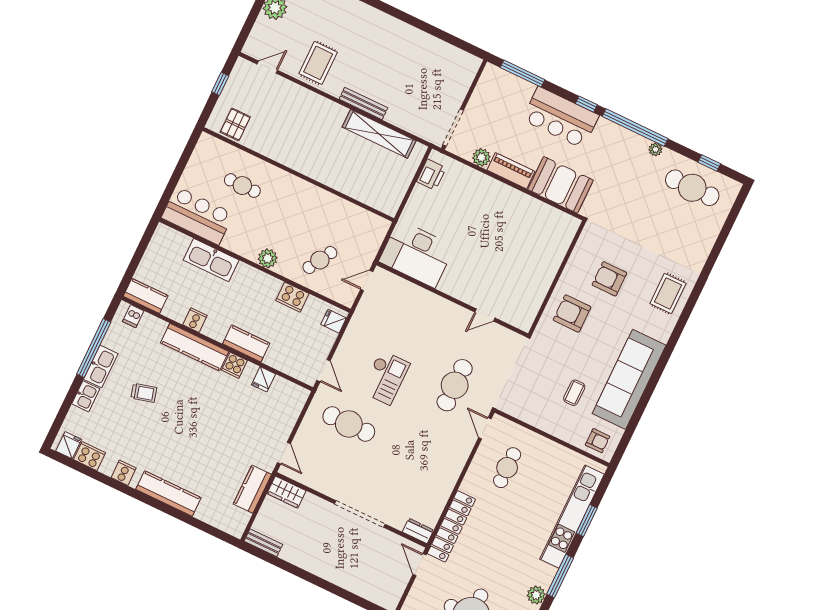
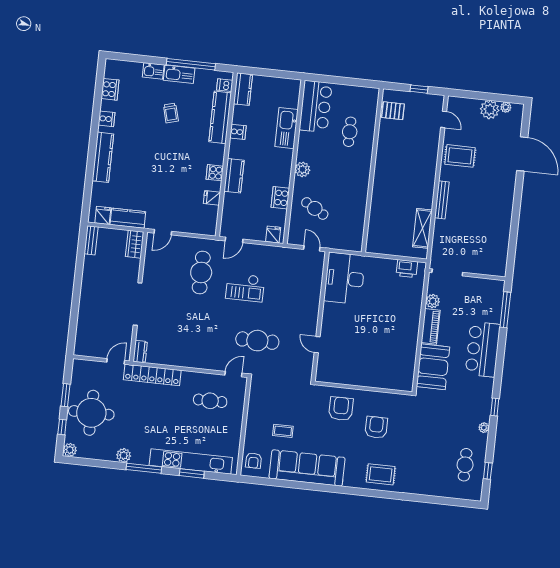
window: (586, 104) -> (499, 365), removed
window: (635, 127) -> (495, 407), width x0.32
shelving: (379, 134) -> (422, 228), width x0.68
cafe table: (692, 188) -> (465, 465), width x0.73, depth x0.74
kitchen counter: (195, 347) -> (220, 117), moved
fridge: (69, 445) -> (103, 215), moved, turned -90

